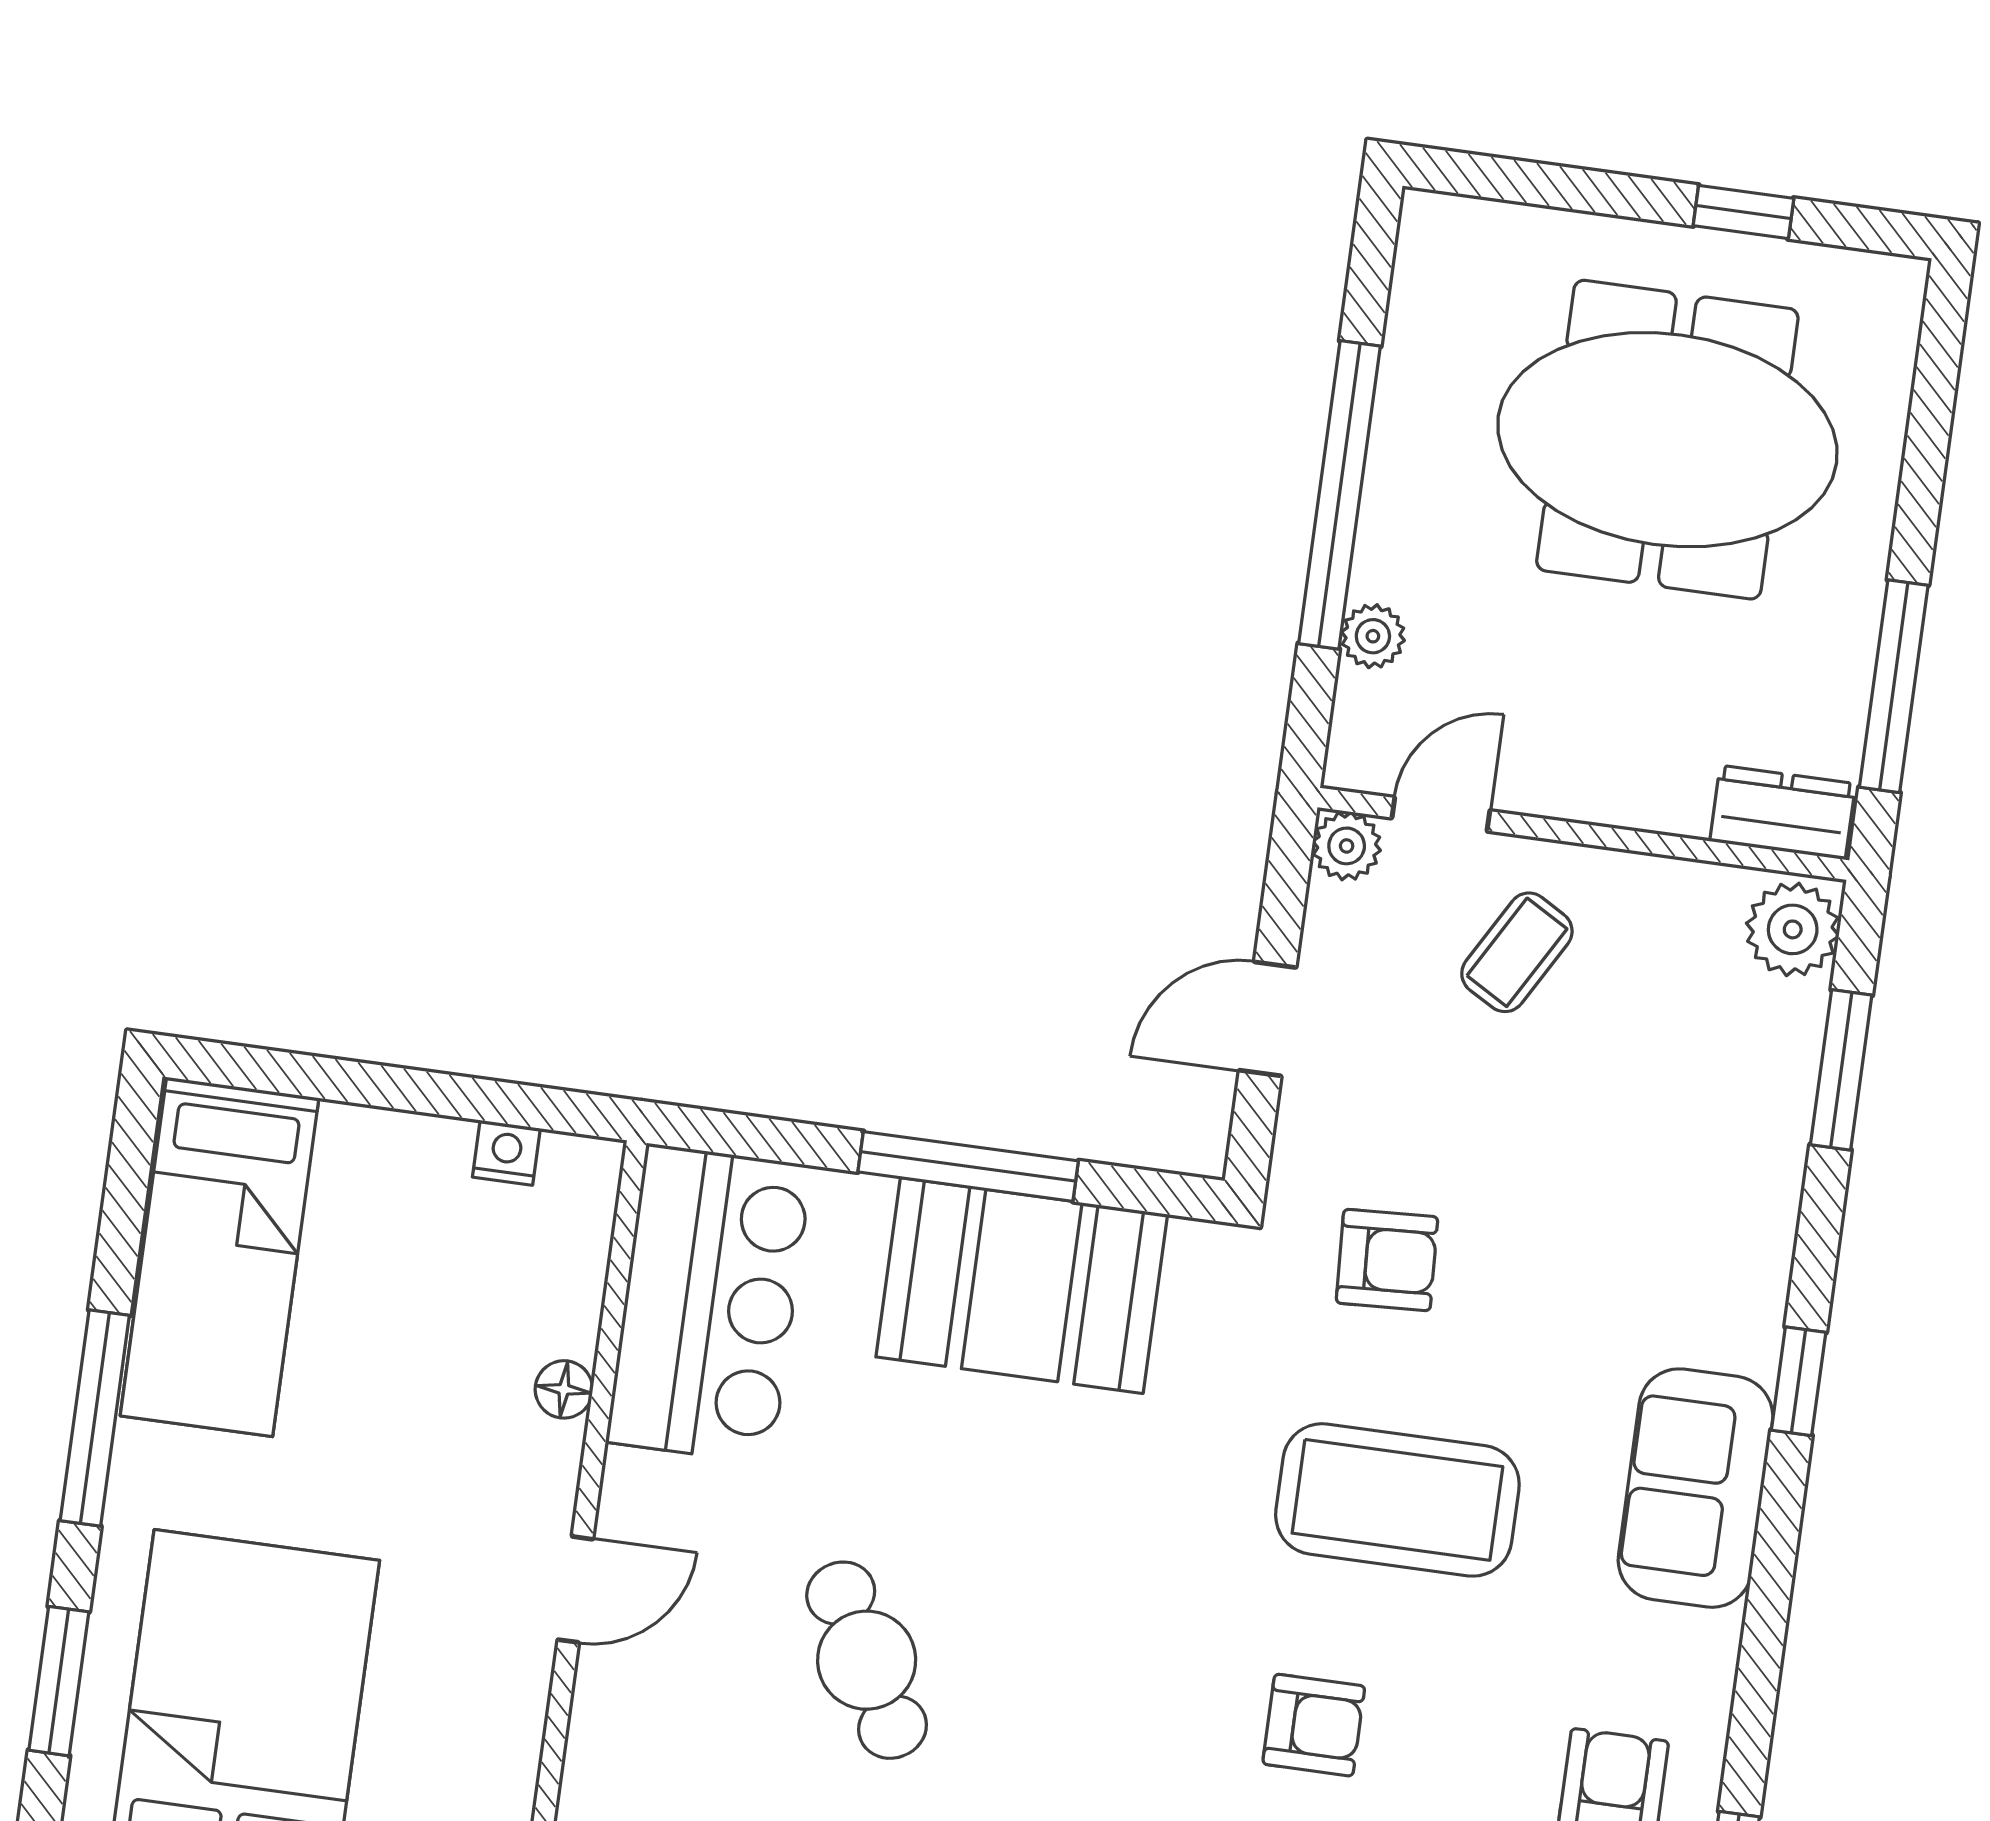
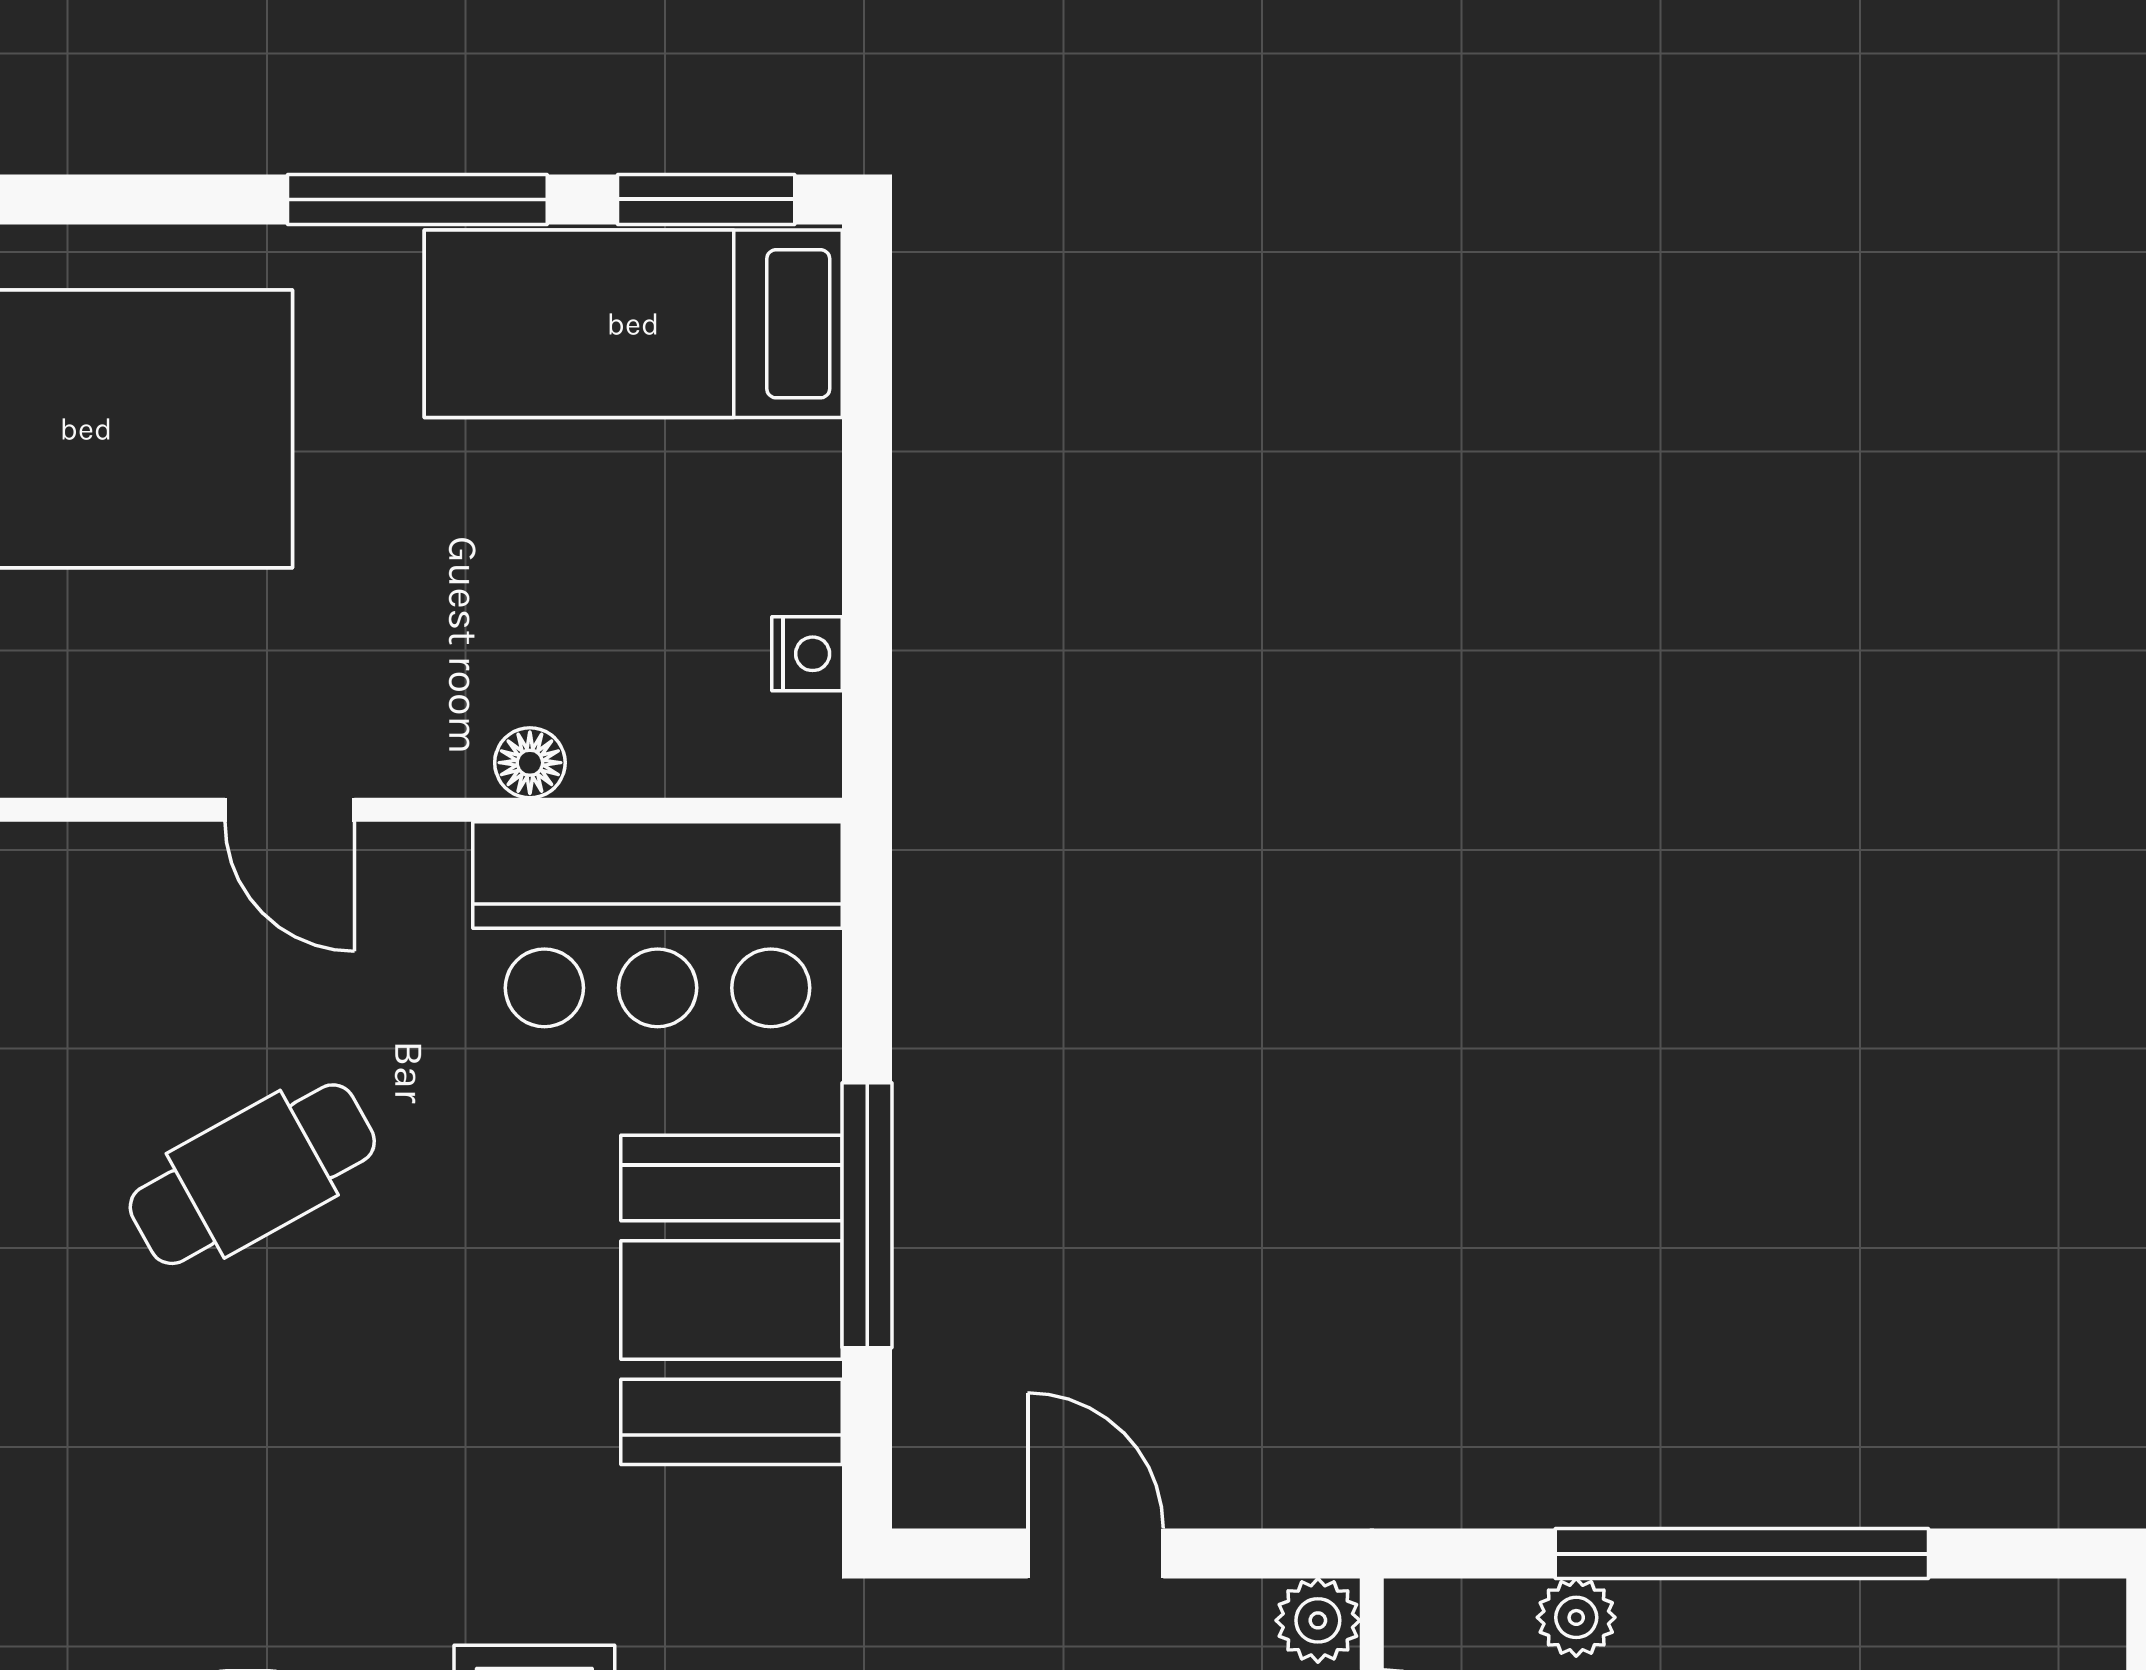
window: (59, 1681) -> (706, 199), moved

